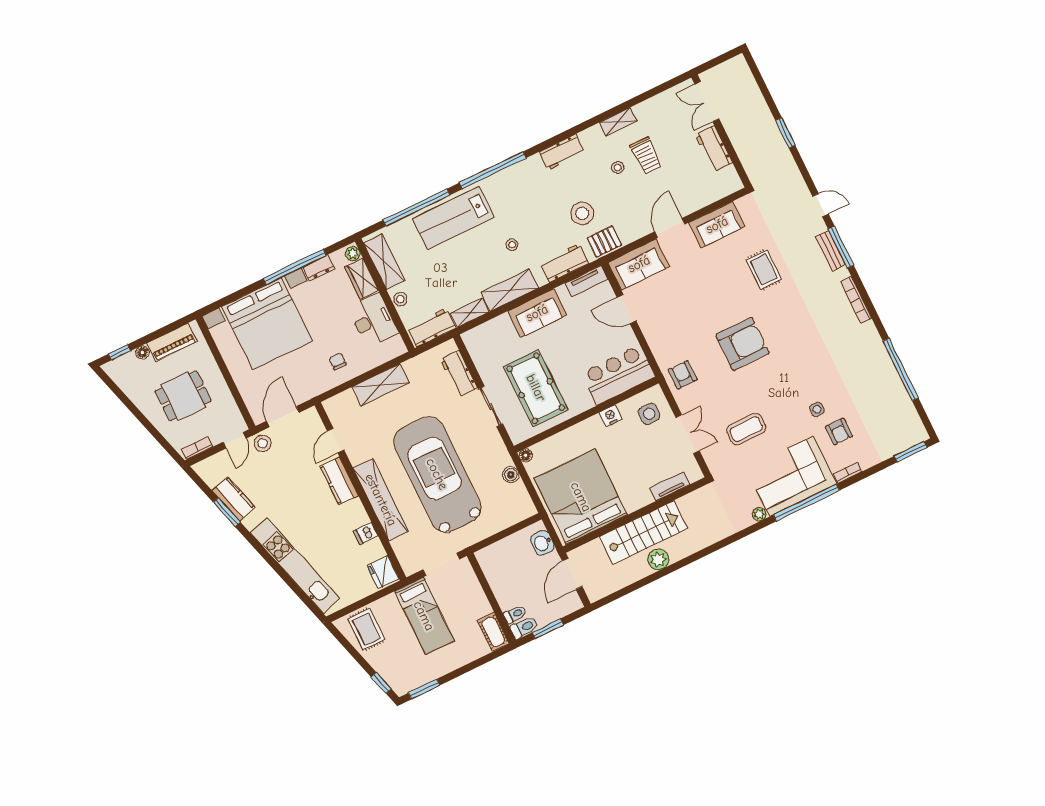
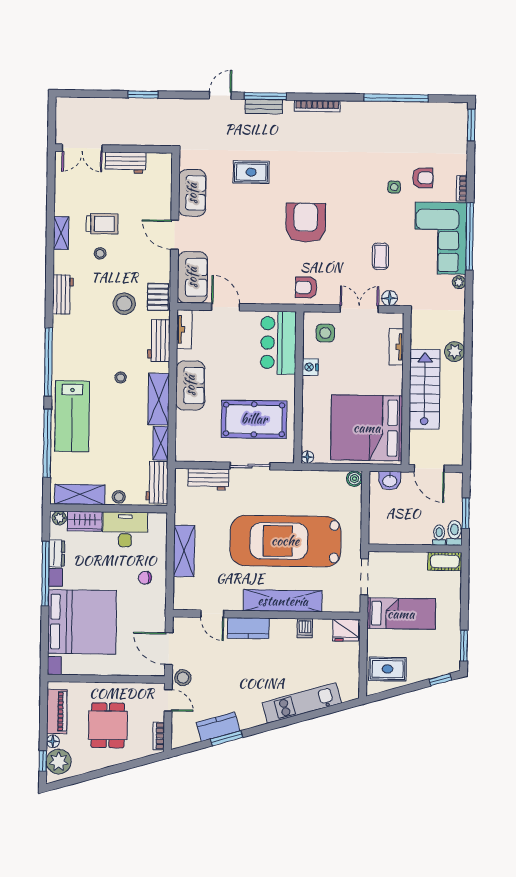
door: (627, 309) -> (226, 307), swing flipped
plant: (126, 367) -> (59, 762), added
coffee table: (746, 429) -> (380, 256), width x0.73, depth x0.77
floor lamp: (712, 457) -> (389, 298), added
boiler: (511, 475) -> (354, 479), moved
plant: (658, 559) -> (455, 351), moved
kitchen unit: (295, 565) -> (302, 703), width x0.73

